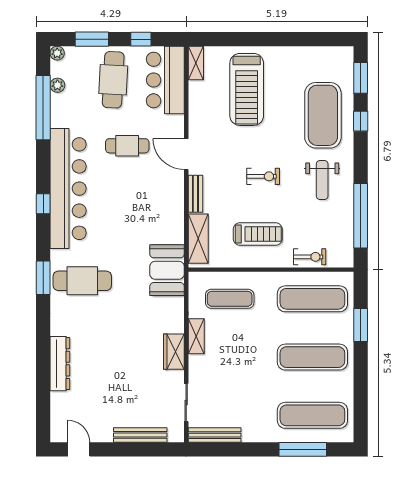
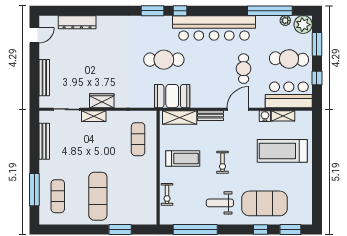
plant: (57, 53) -> (303, 25), width x1.87, depth x1.87
shelving: (196, 63) -> (283, 116), moved
water cooler: (196, 115) -> (265, 116), added
window: (43, 204) -> (180, 11), moved
treadmill: (258, 234) -> (183, 159), turned -90
booth: (167, 270) -> (172, 96), moved
cafe table: (82, 281) -> (164, 60), moved, turned 90
exercise mat: (312, 299) -> (138, 196), removed
shelving: (196, 336) -> (94, 116), moved
dresser: (60, 364) -> (77, 22), moved
exercise mat: (312, 415) -> (58, 196), width x0.73, depth x0.69
bench: (215, 435) -> (44, 141), moved

